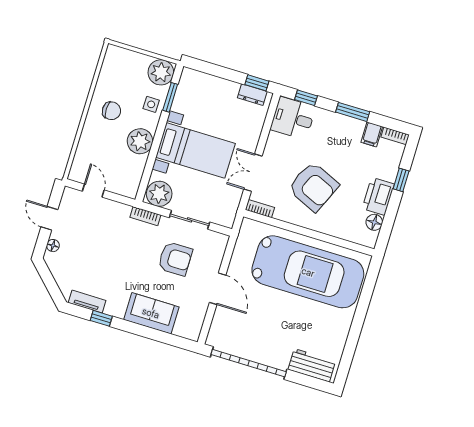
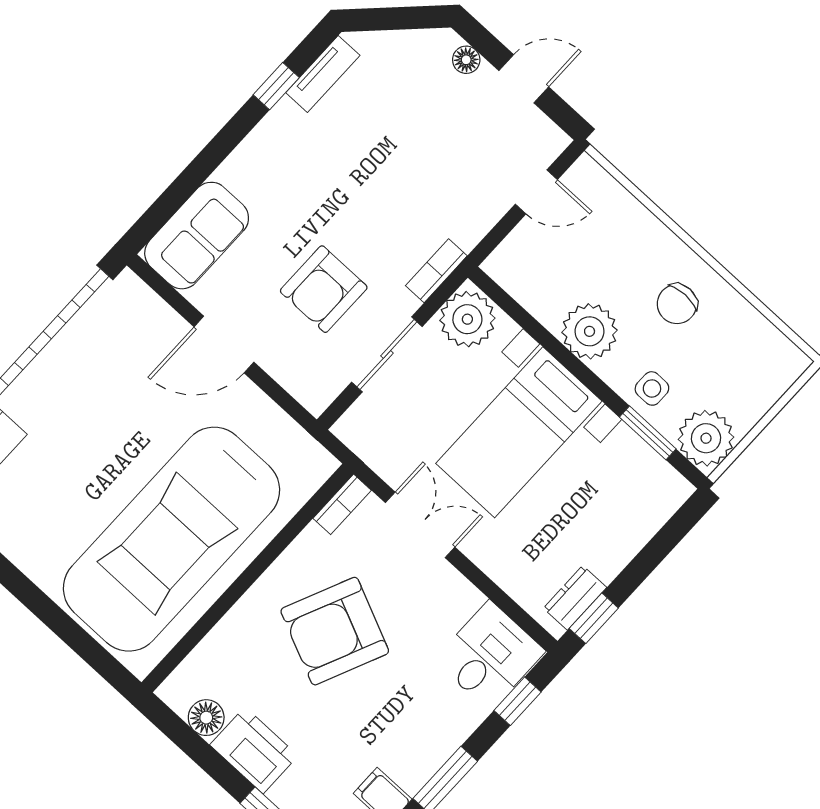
sofa: (151, 313) -> (197, 236), moved

